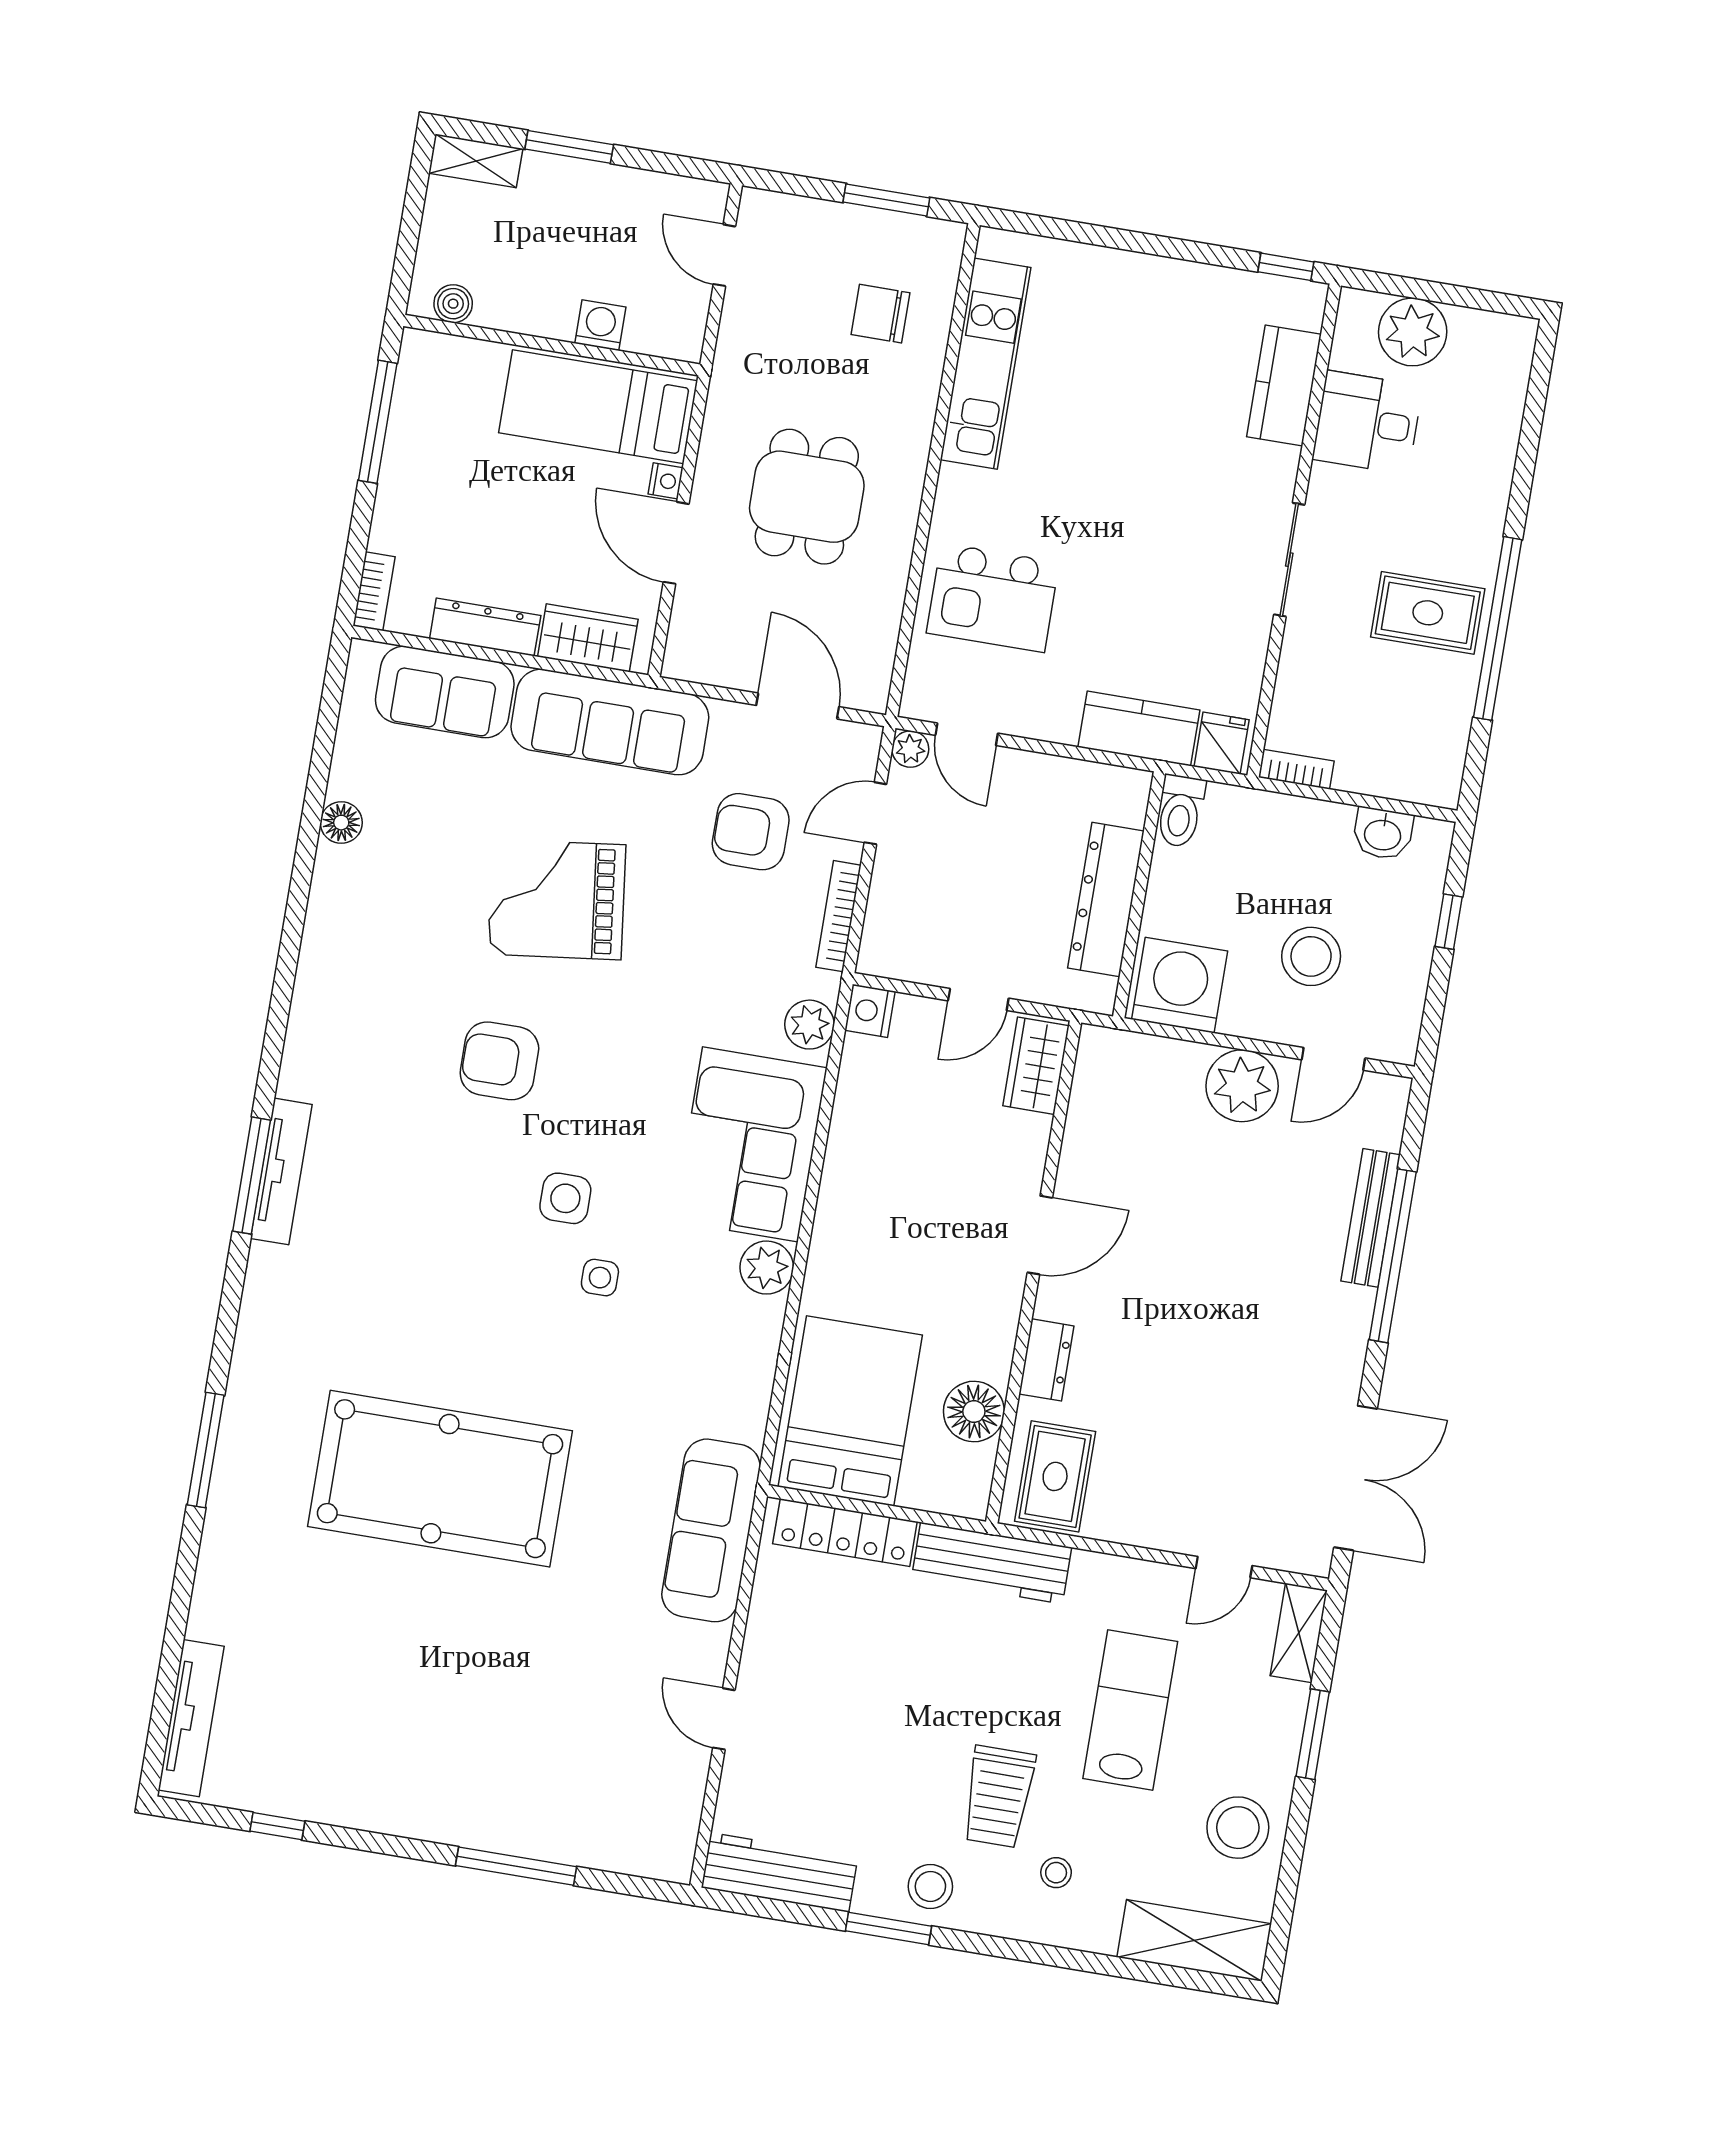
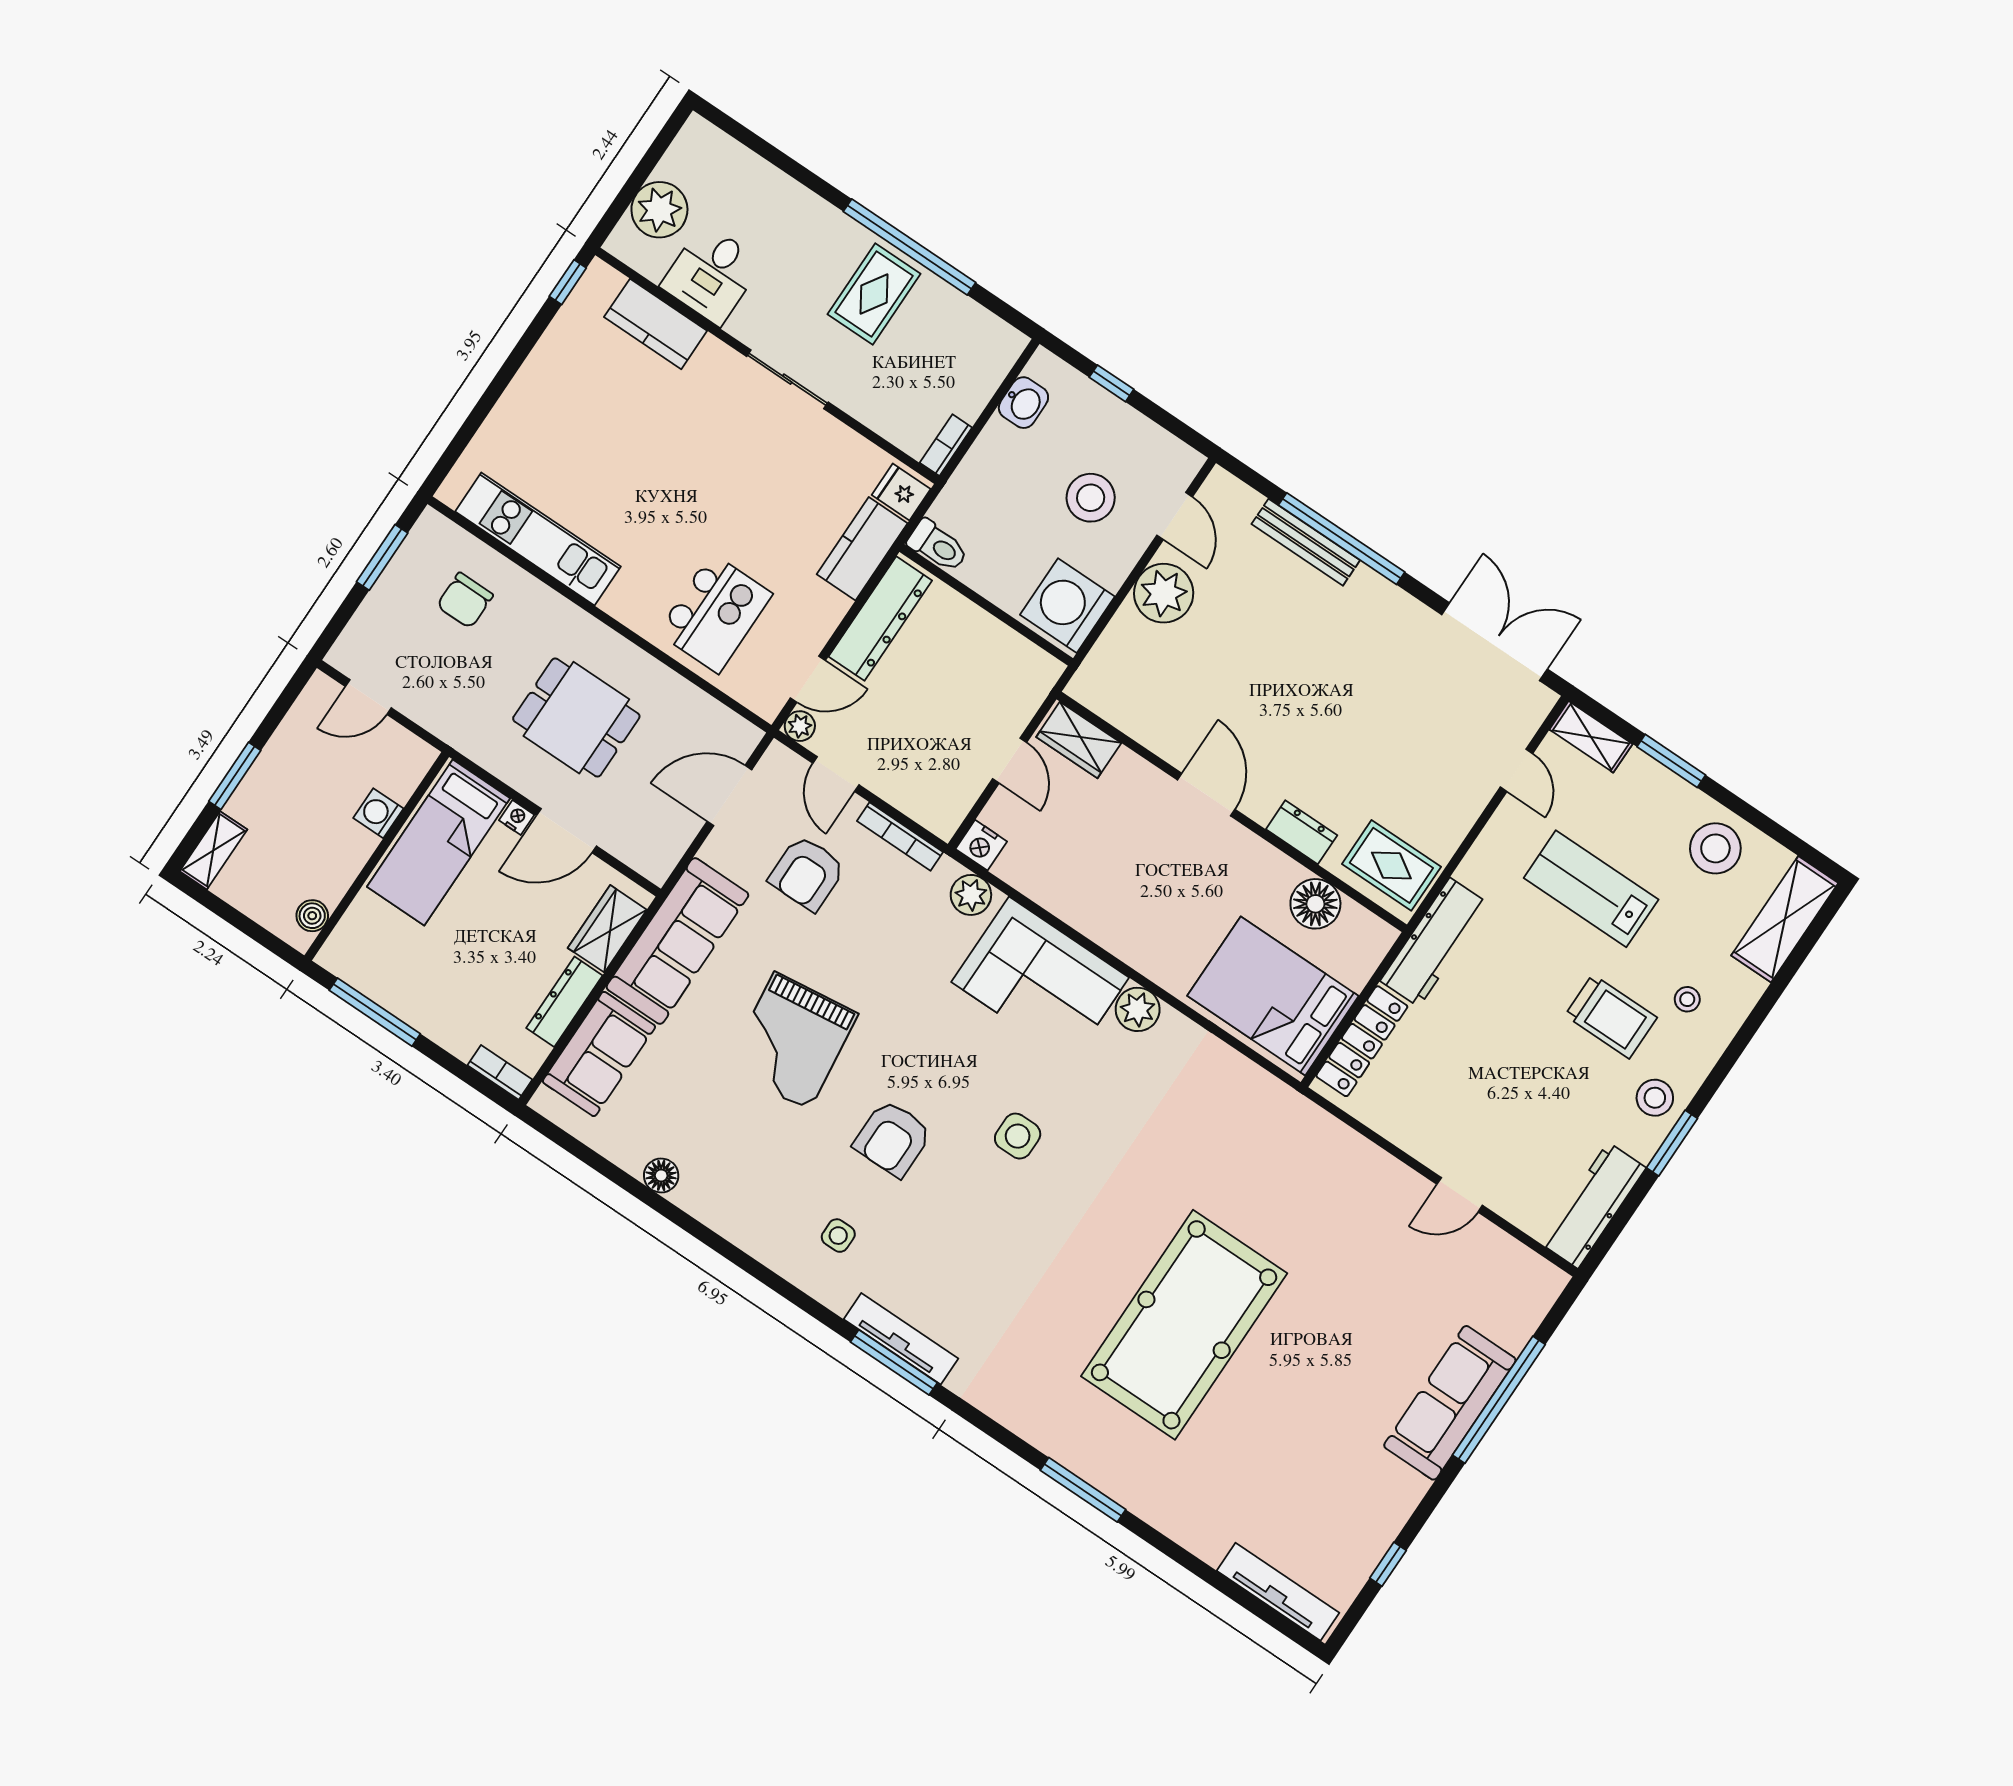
dresser: (1106, 900) -> (880, 619), moved, turned -90
side table: (600, 1278) -> (838, 1236), moved
sofa: (711, 1530) -> (1450, 1403), moved, turned 90
window: (516, 1866) -> (1499, 1400), width x1.46

